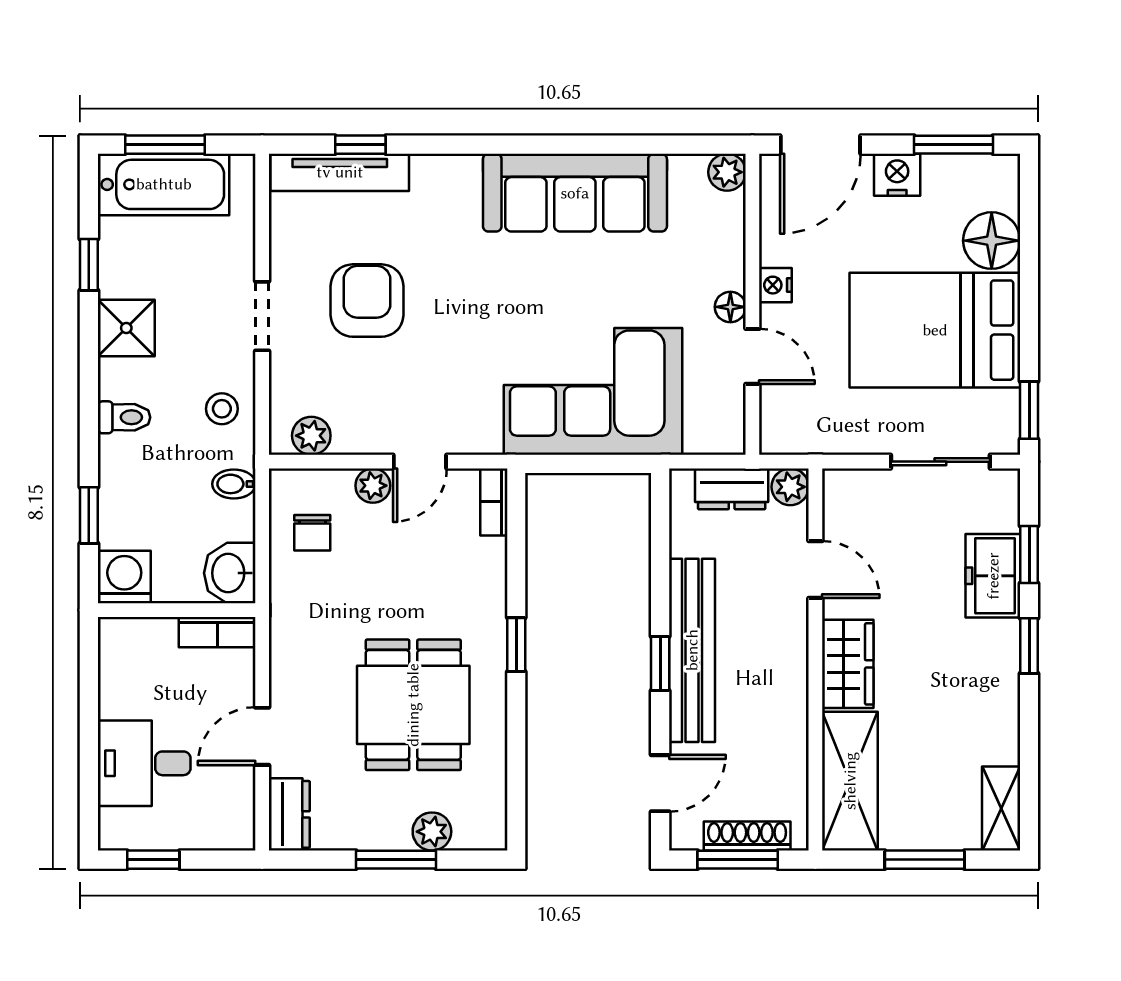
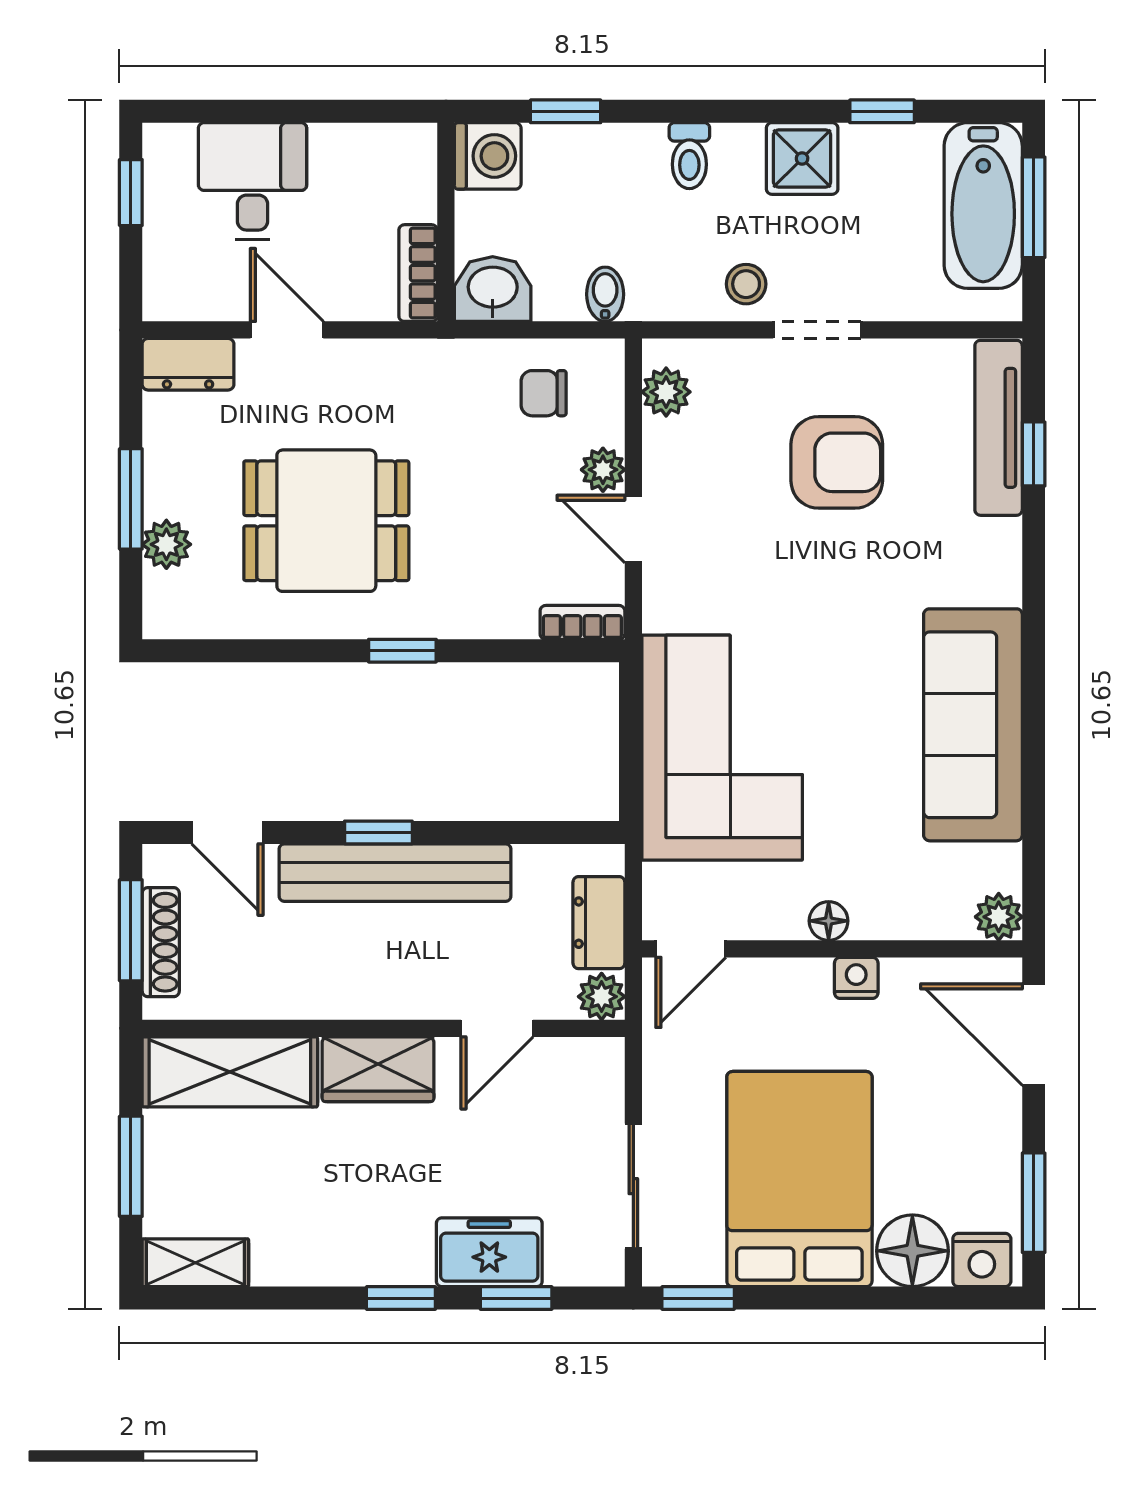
nightstand: (897, 175) -> (982, 1260), moved, turned 90
door: (752, 356) -> (691, 949), moved
stool: (222, 409) -> (746, 284), moved

